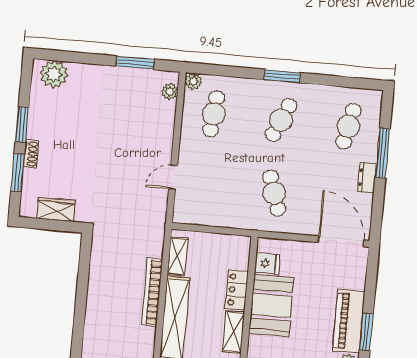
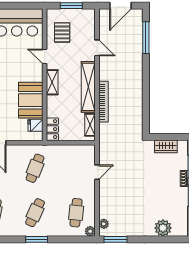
window: (135, 63) -> (116, 239), moved
plant: (54, 74) -> (163, 228), moved
cafe table: (274, 193) -> (35, 168), turned 39
locker: (237, 290) -> (52, 129), moved

